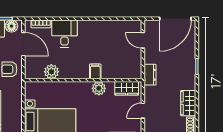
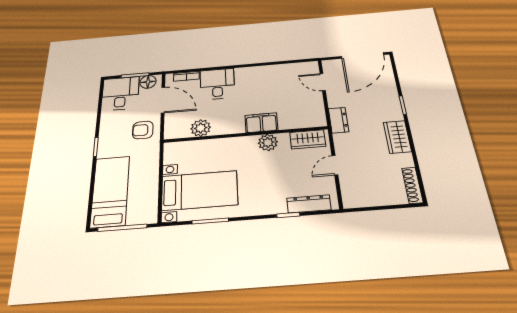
filing cabinet: (95, 71) -> (261, 123), width x2.00
wardrobe: (188, 103) -> (397, 137), moved

